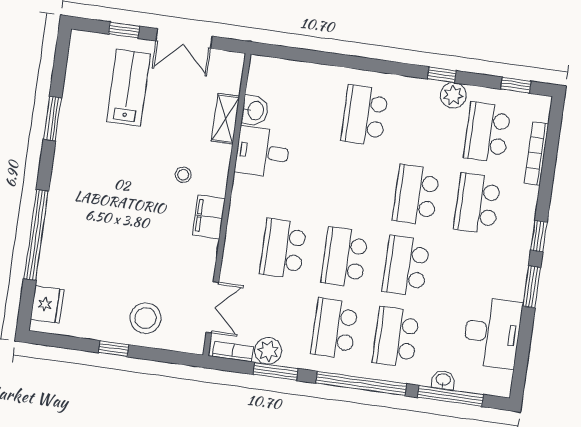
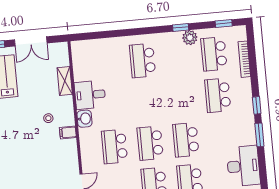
washbasin: (255, 110) -> (84, 119), moved
school desk: (416, 195) -> (182, 99), removed
filing cabinet: (209, 217) -> (68, 132), width x0.50

